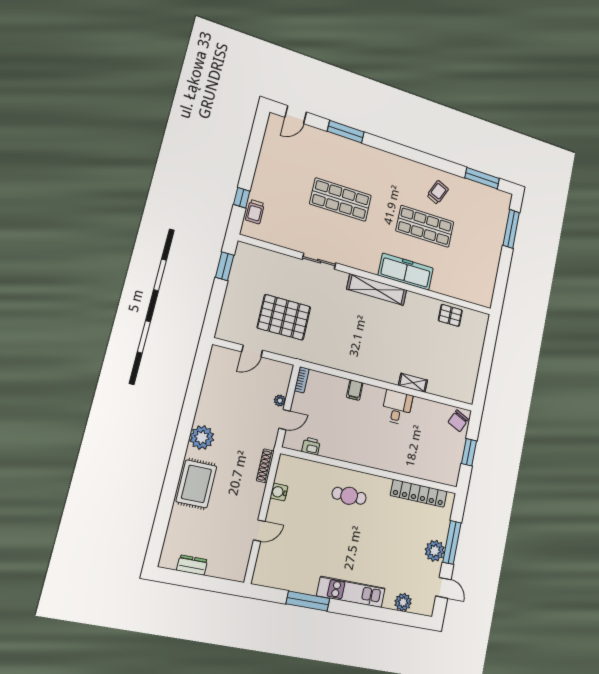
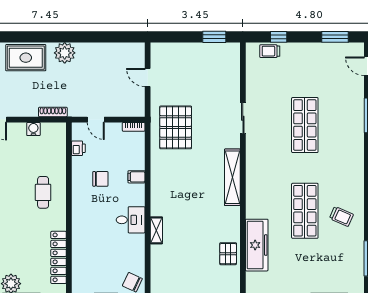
window: (256, 139) -> (335, 37), added
freezer: (406, 272) -> (257, 245), moved
pallet: (284, 317) -> (176, 127), moved
plant: (280, 401) -> (111, 112), removed
chair: (348, 430) -> (100, 179), added

